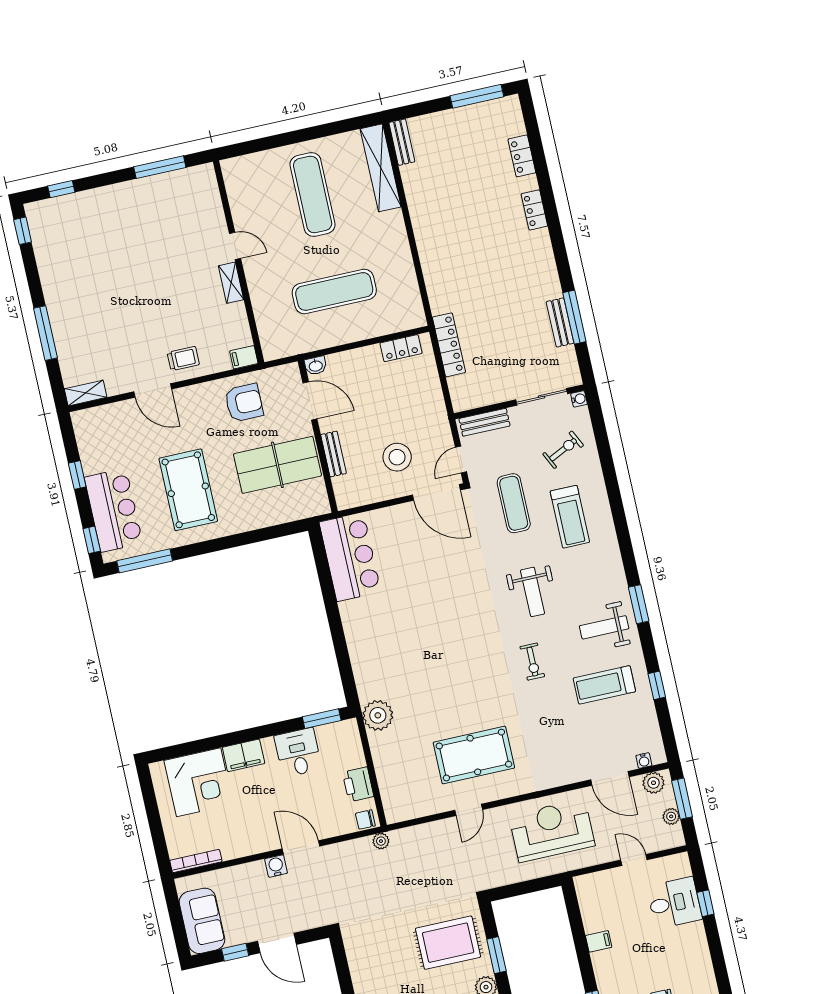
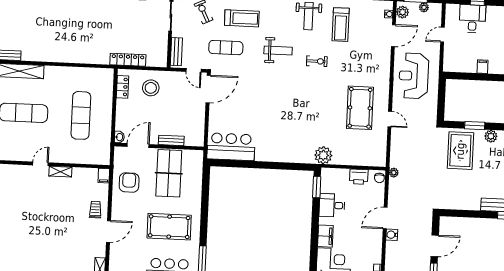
stool: (397, 457) -> (151, 88), moved

